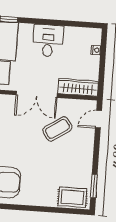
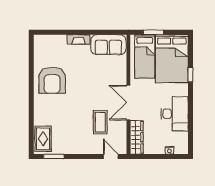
desk: (48, 41) -> (175, 114), width x1.37
coffee table: (57, 129) -> (100, 122), turned 34

